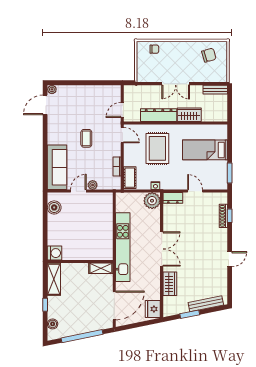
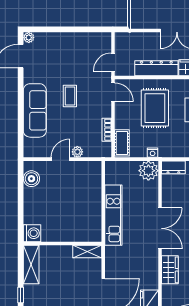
sofa: (57, 167) -> (35, 110), moved
kitchen unit: (123, 247) -> (113, 215), width x0.73

